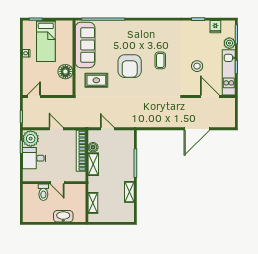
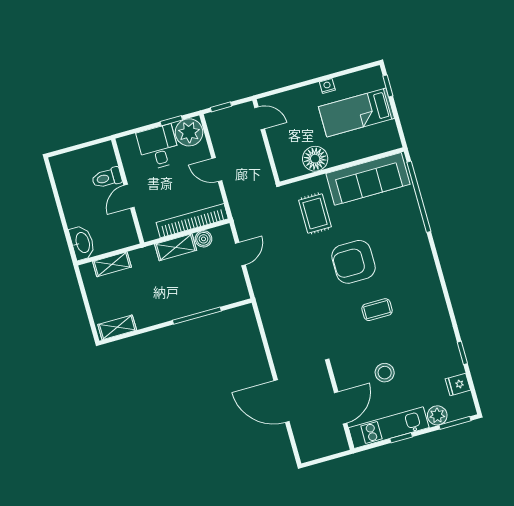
door: (56, 129) -> (217, 170), swing flipped
shelving: (129, 192) -> (117, 327), moved
washbasin: (63, 216) -> (82, 243), moved

